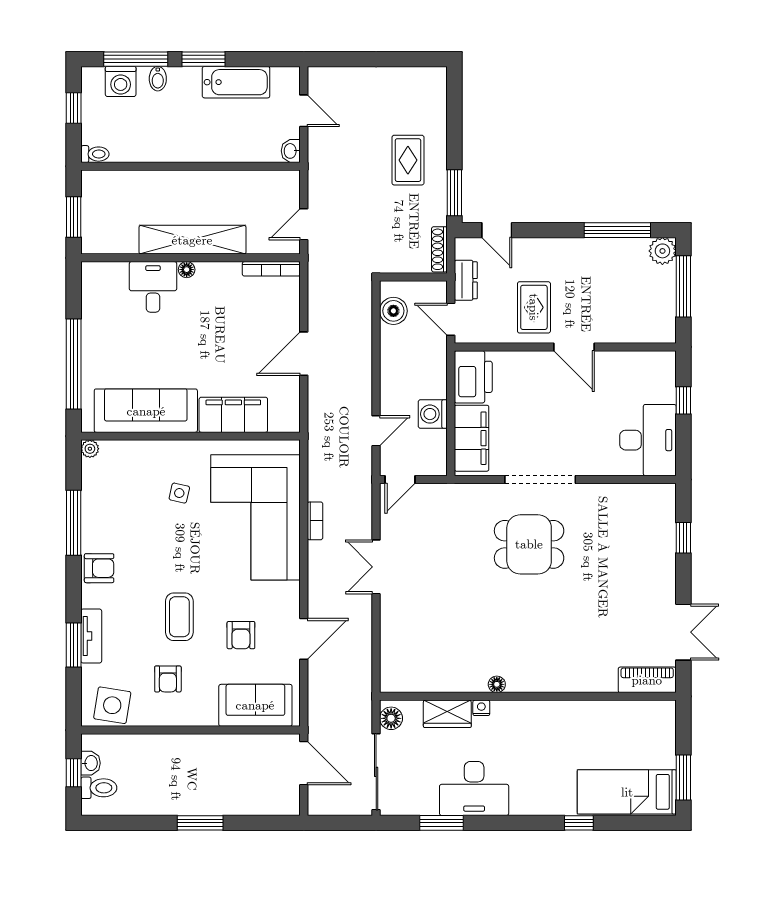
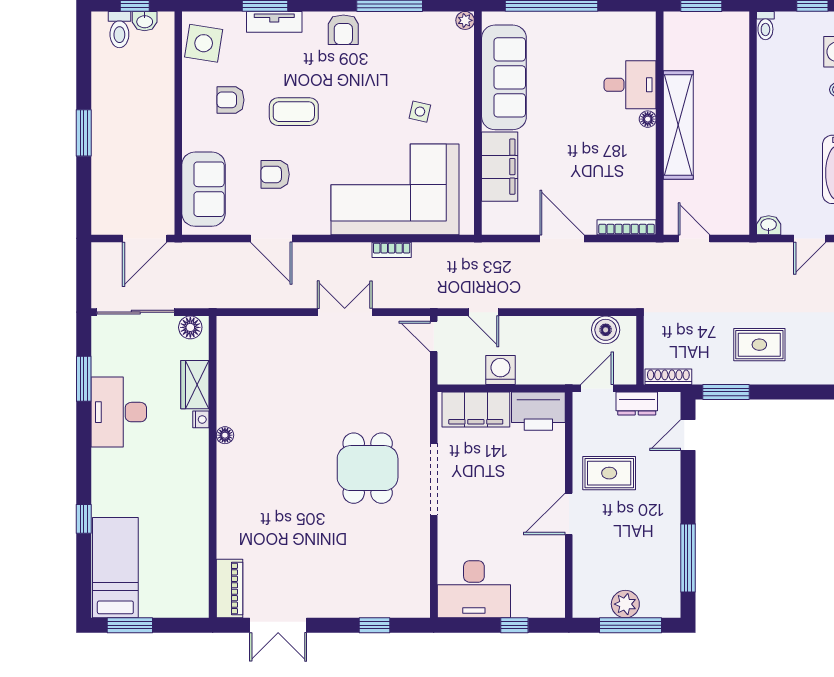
plant: (662, 251) -> (625, 604), moved
bookcase: (271, 269) -> (627, 227), moved, turned 90

